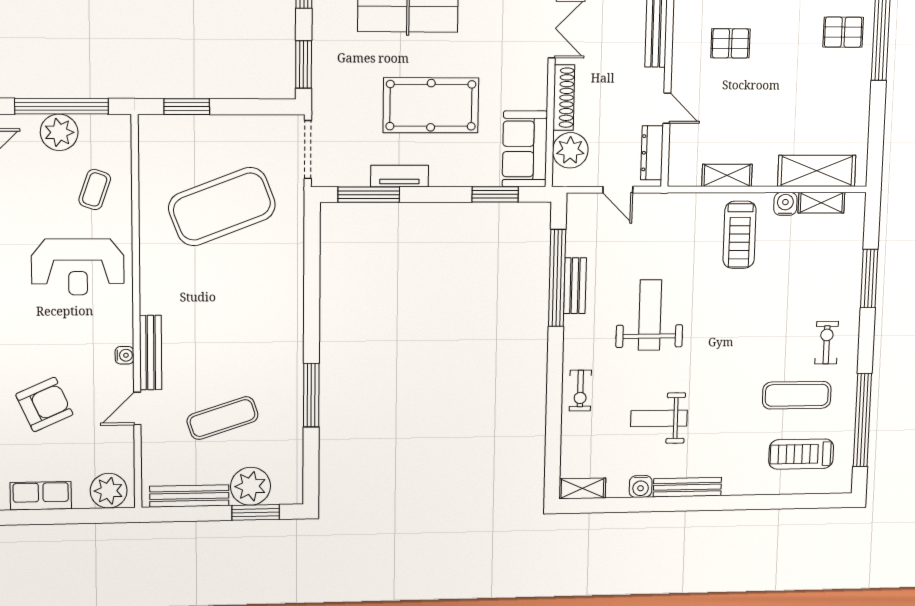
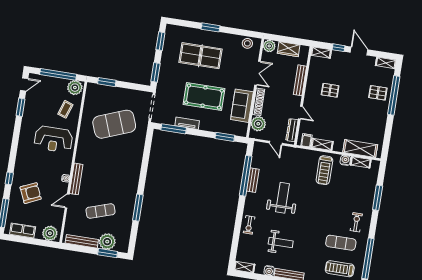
plant: (59, 132) -> (75, 88), moved
sofa: (525, 149) -> (242, 106), moved
filing cabinet: (689, 172) -> (307, 140), added
weight bench: (659, 418) -> (281, 243), turned 180

